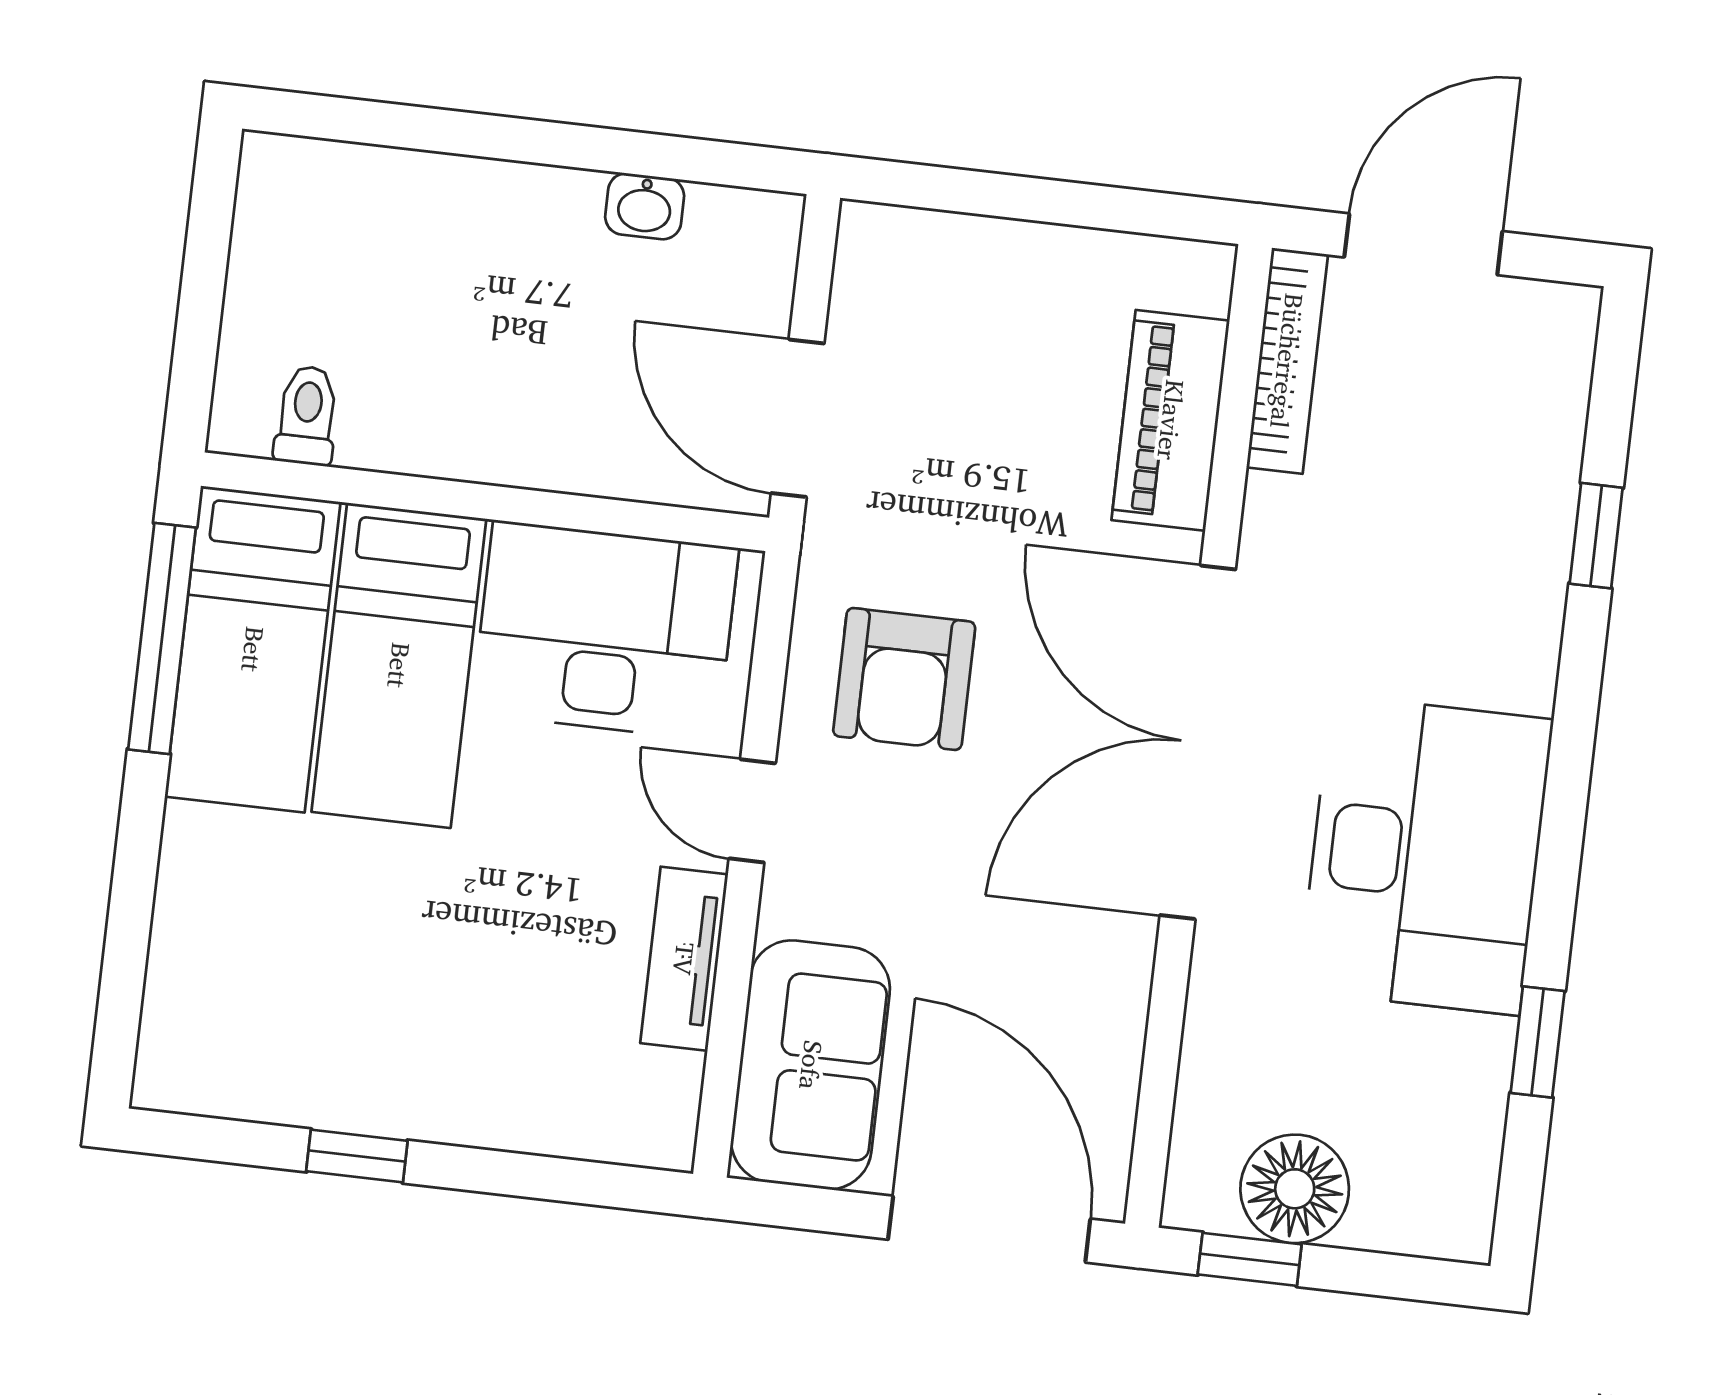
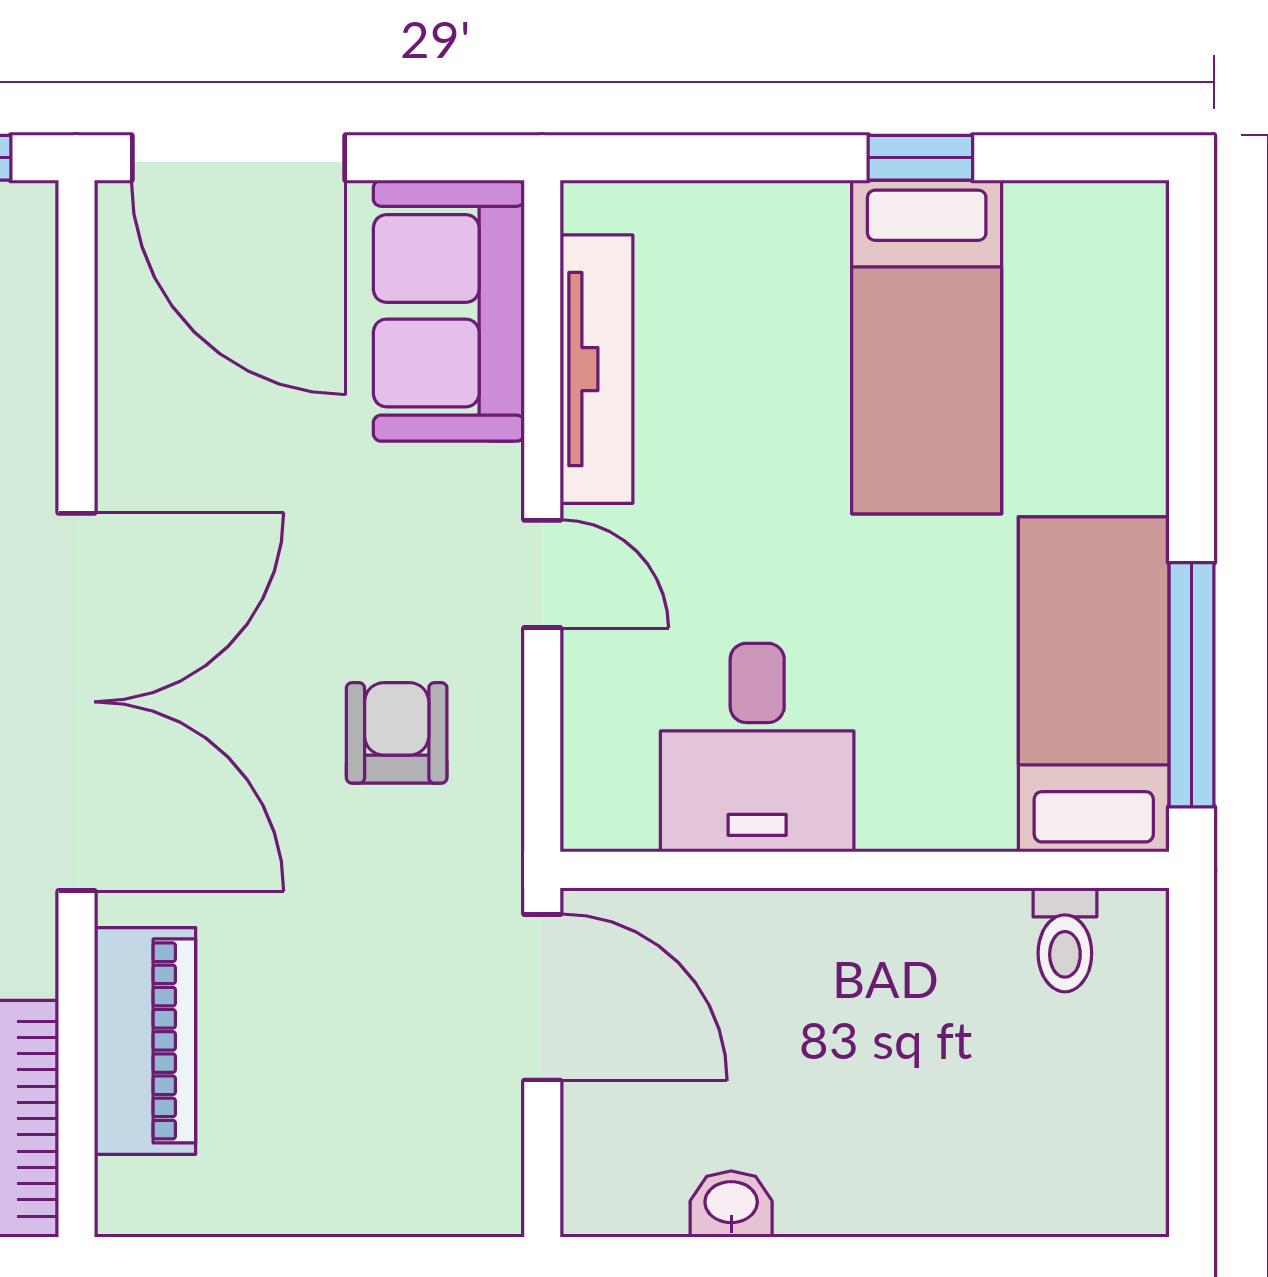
desk: (605, 631) -> (757, 748), width x0.73
bed: (399, 665) -> (927, 347), moved, turned 180
armchair: (904, 679) -> (397, 733), width x0.72, depth x0.72
tv unit: (684, 959) -> (596, 369), width x1.41

